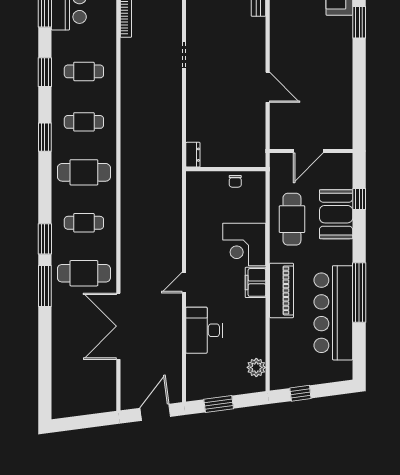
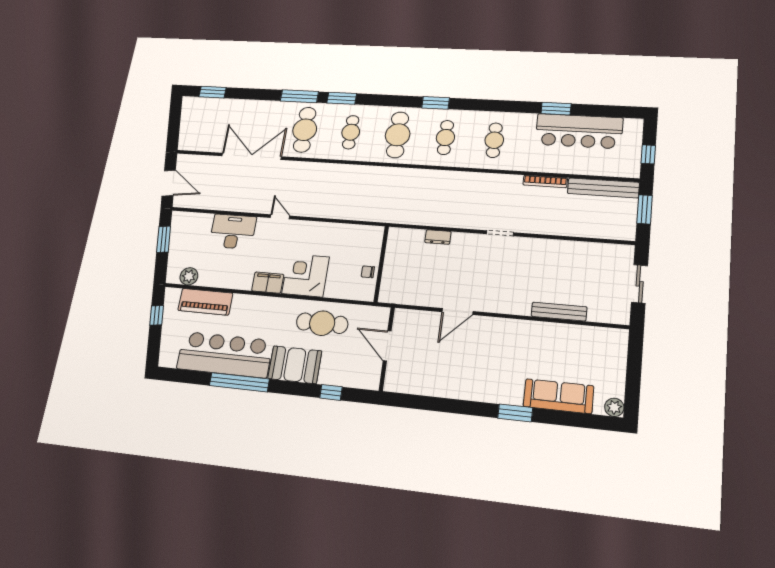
window: (45, 72) -> (213, 92), moved
dresser: (193, 155) -> (438, 237), moved
booth: (336, 214) -> (295, 365), moved
piano: (281, 290) -> (205, 302), moved

